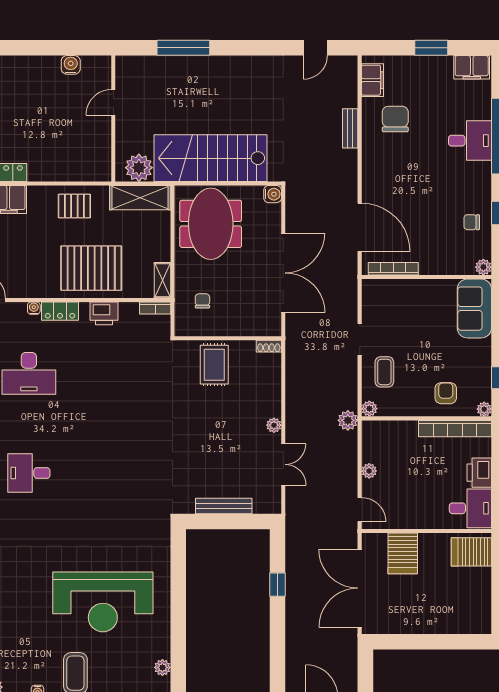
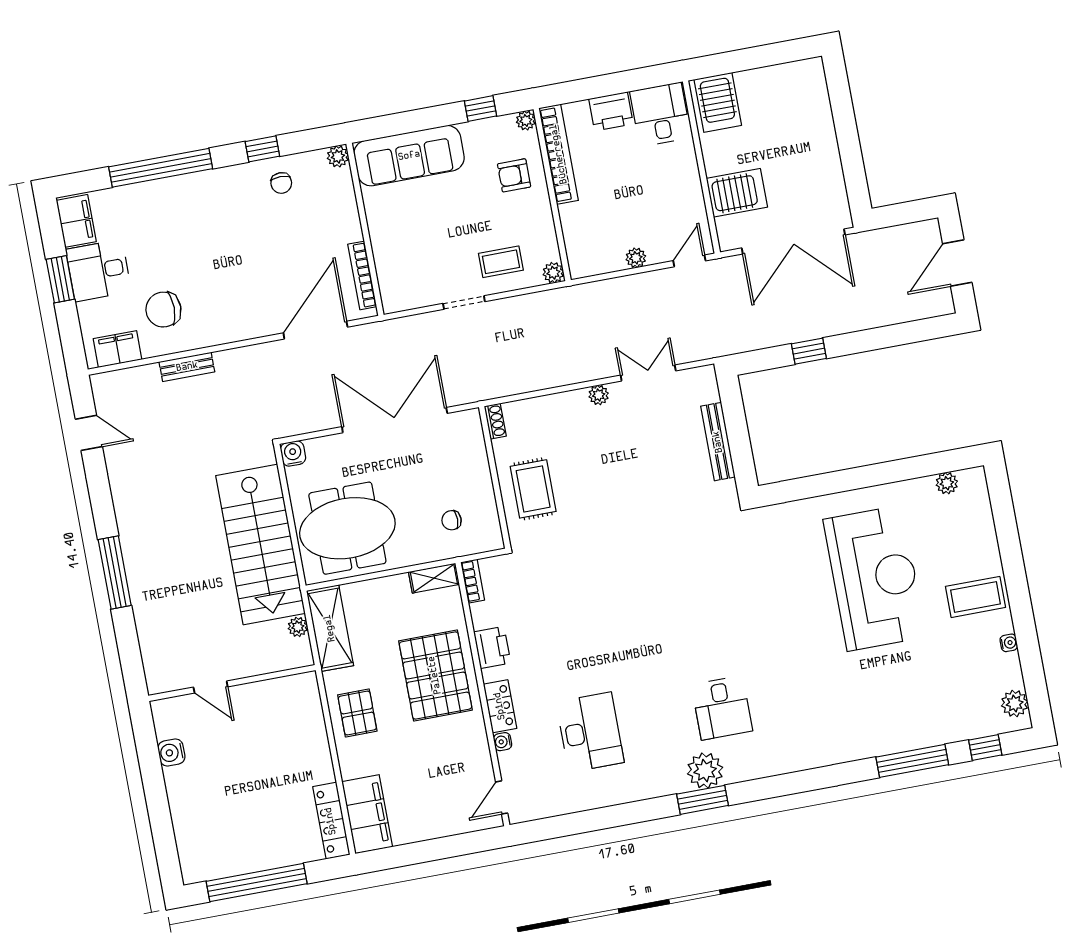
window: (183, 48) -> (115, 572), moved
desk: (470, 141) -> (99, 270), moved, turned -90
plant: (139, 168) -> (298, 627), width x0.53, depth x0.53
sofa: (474, 309) -> (409, 156), width x1.36
rug: (214, 365) -> (533, 489), turned 90
plant: (348, 420) -> (574, 298), removed

